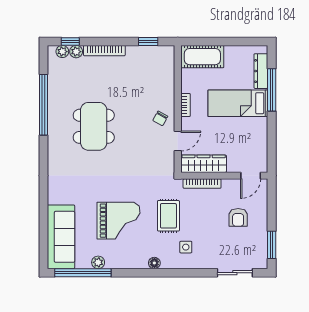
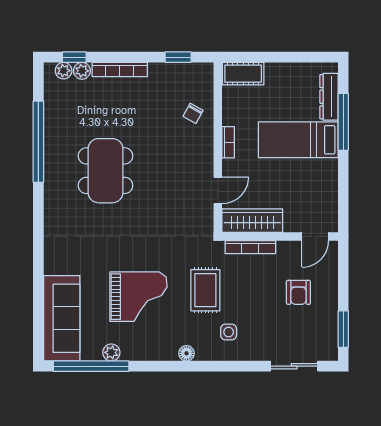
cot: (202, 57) -> (243, 74), width x0.73, depth x0.75
chair: (160, 118) -> (193, 113), moved

